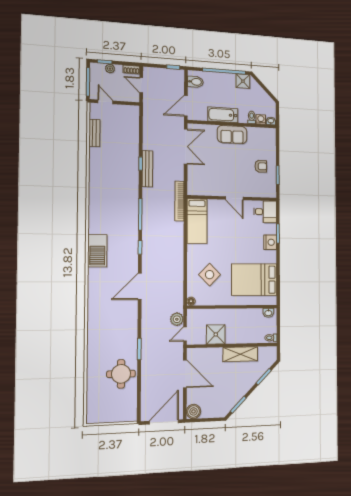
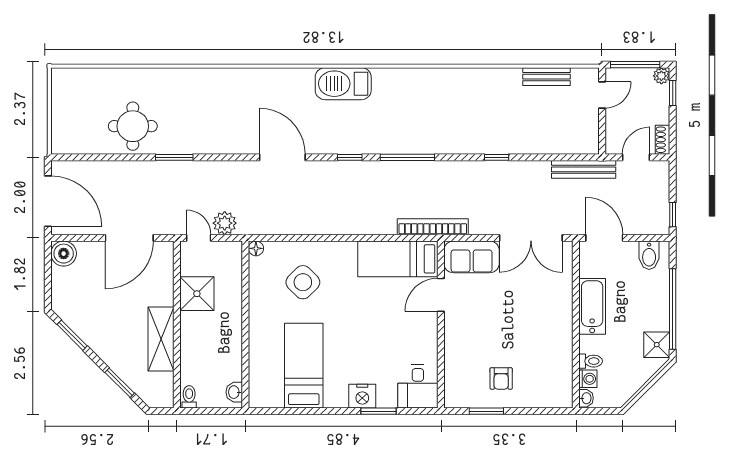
plant: (110, 69) -> (661, 76), moved
sofa: (232, 135) -> (472, 257), moved, turned -90
bench: (147, 169) -> (584, 169), moved
door: (234, 198) -> (441, 295), moved
bed: (254, 280) -> (304, 366), width x0.67

